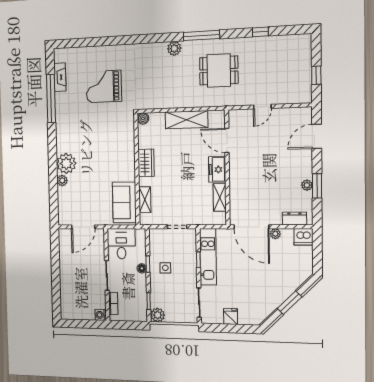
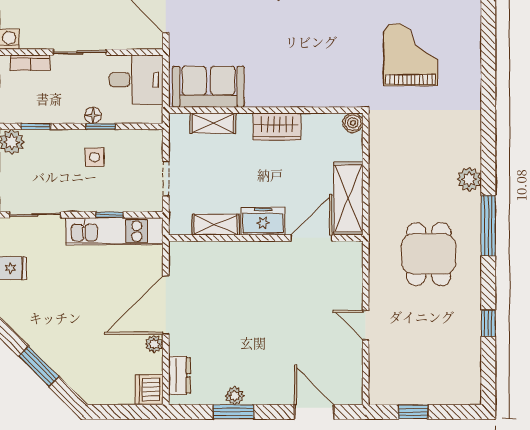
door: (227, 140) -> (311, 238), moved
wall: (227, 168) -> (266, 238), moved
freezer: (217, 169) -> (263, 221), moved
shelving: (220, 197) -> (216, 225), moved

